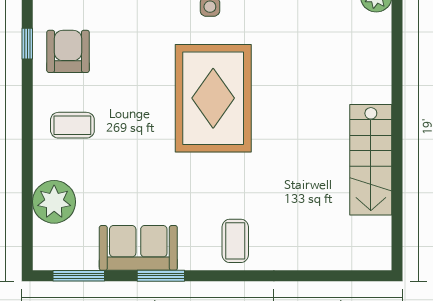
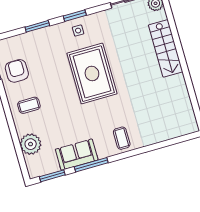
stairs: (371, 160) -> (166, 48), moved
window: (161, 276) -> (91, 165), width x1.44

